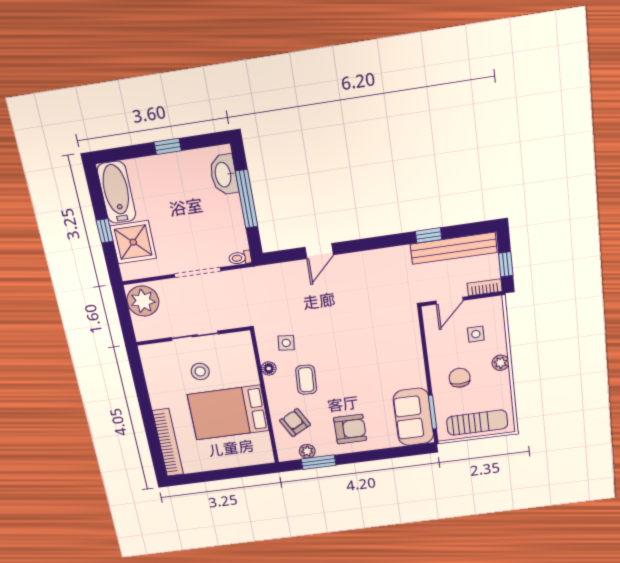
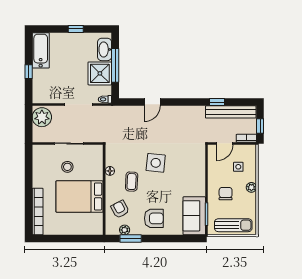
shower: (133, 242) -> (100, 73), moved
side table: (286, 343) -> (156, 163), moved, width x1.87, depth x1.87

